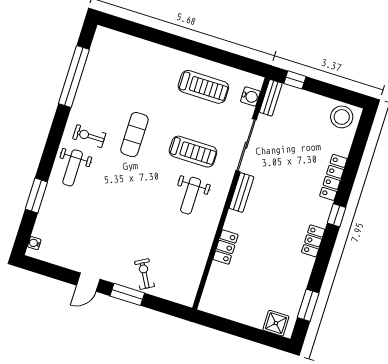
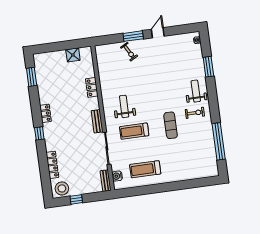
window: (295, 80) -> (76, 199), moved
locker: (333, 177) -> (52, 165), moved
shower: (276, 323) -> (73, 55), moved

